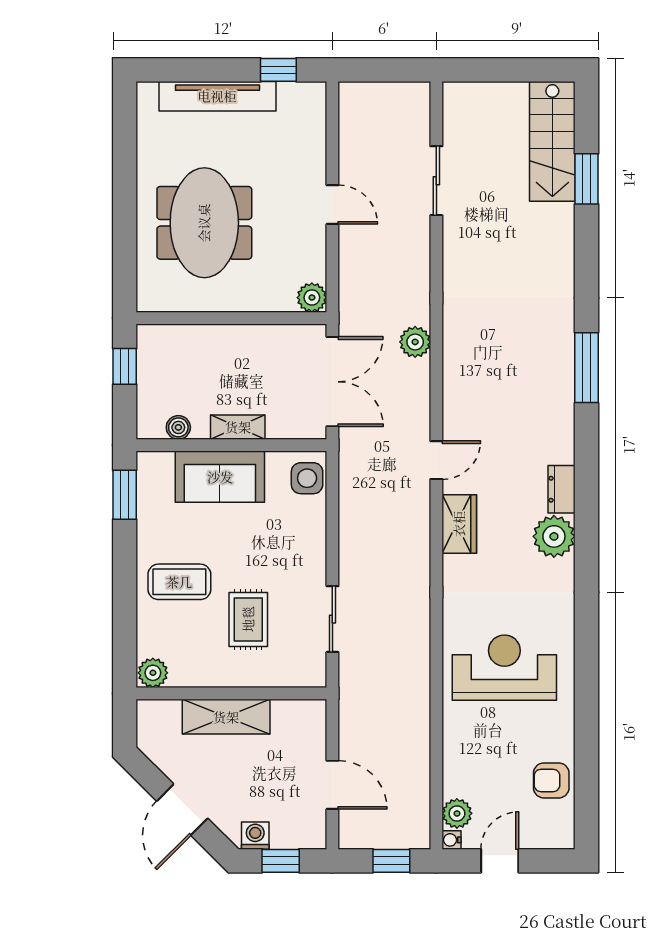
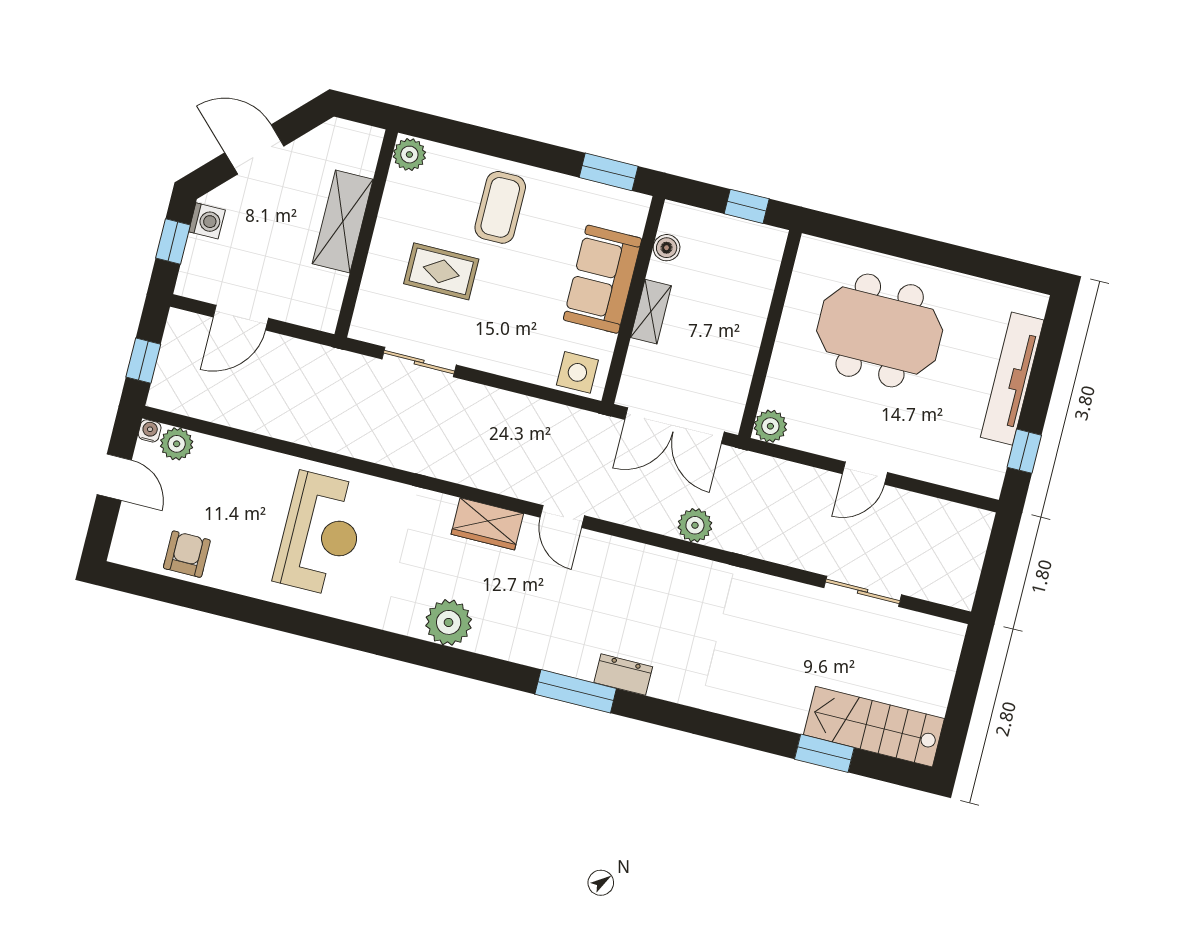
window: (586, 368) -> (576, 691), moved
dresser: (561, 489) -> (623, 675), moved

